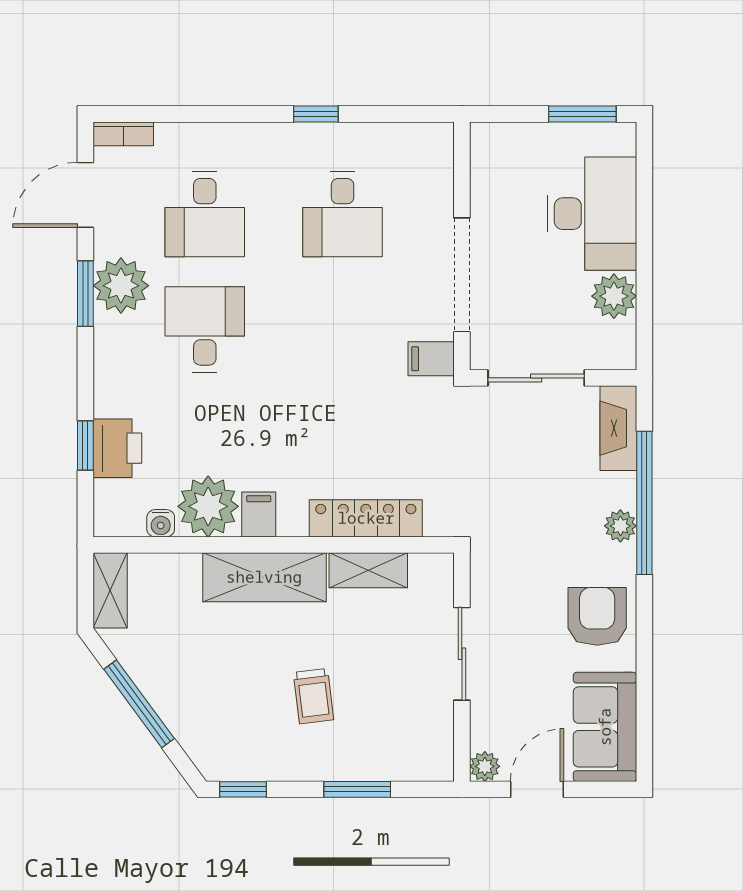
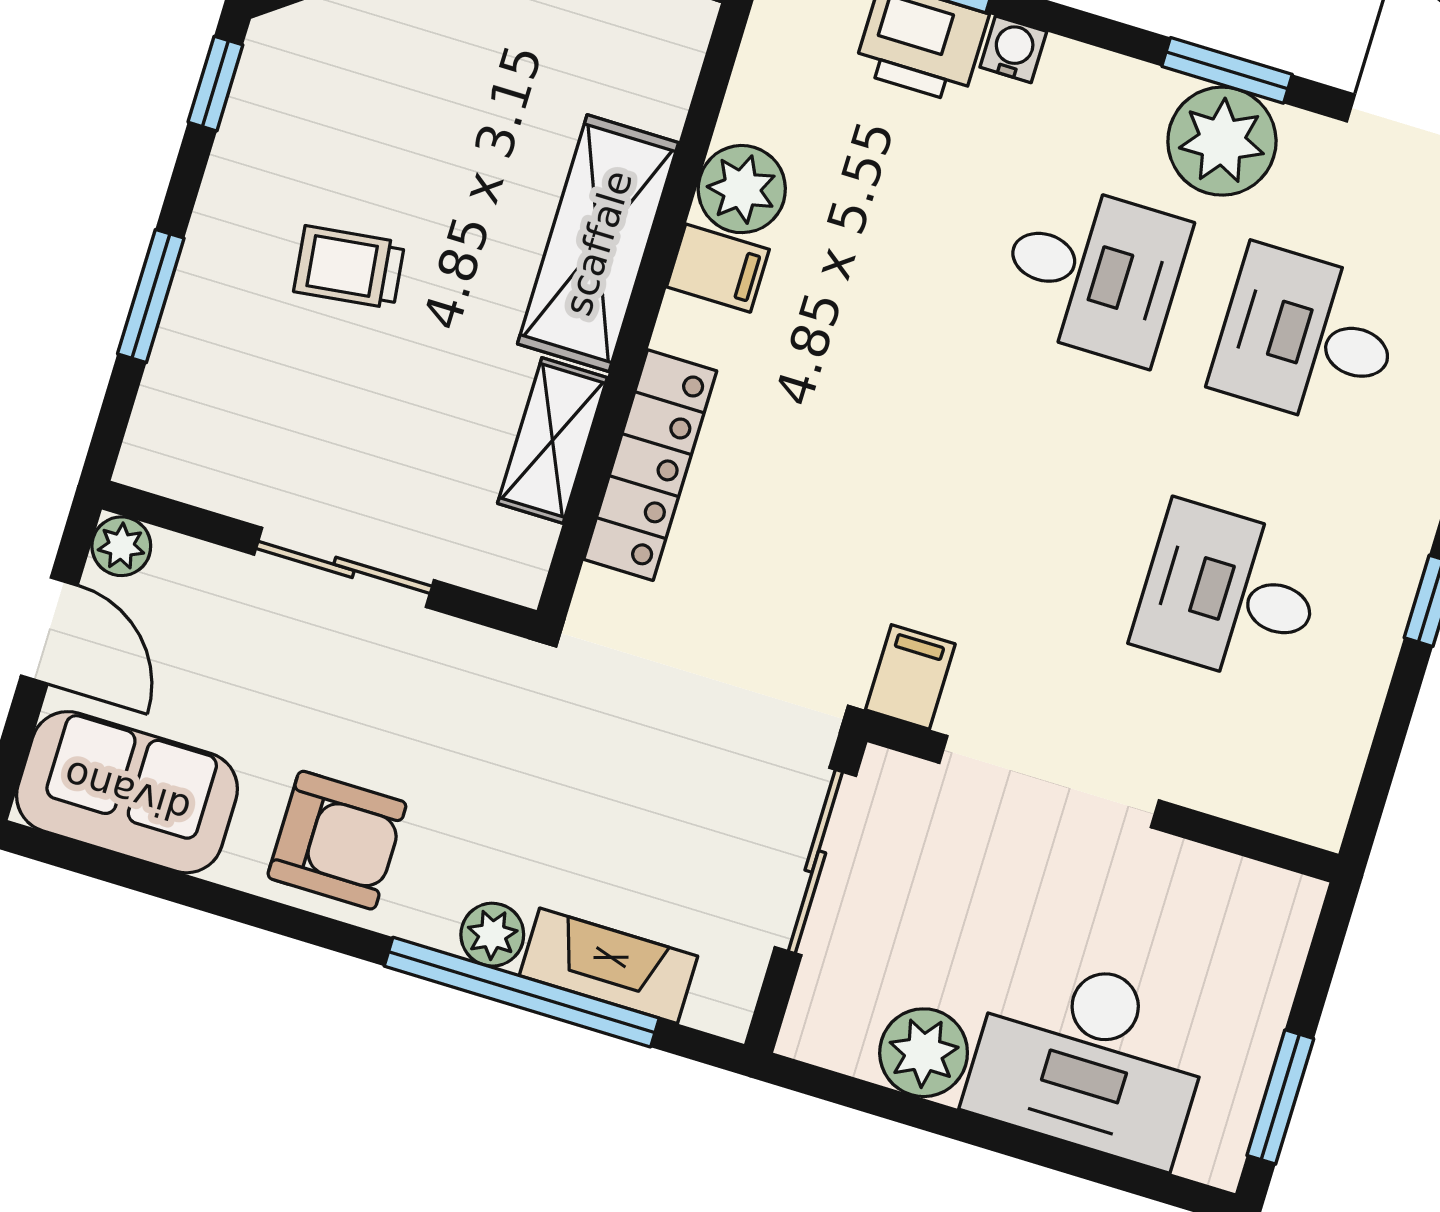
fireplace: (618, 428) -> (608, 966), moved
plant: (208, 506) -> (742, 189), width x0.73, depth x0.73
water cooler: (161, 523) -> (1013, 49), moved, turned 90

